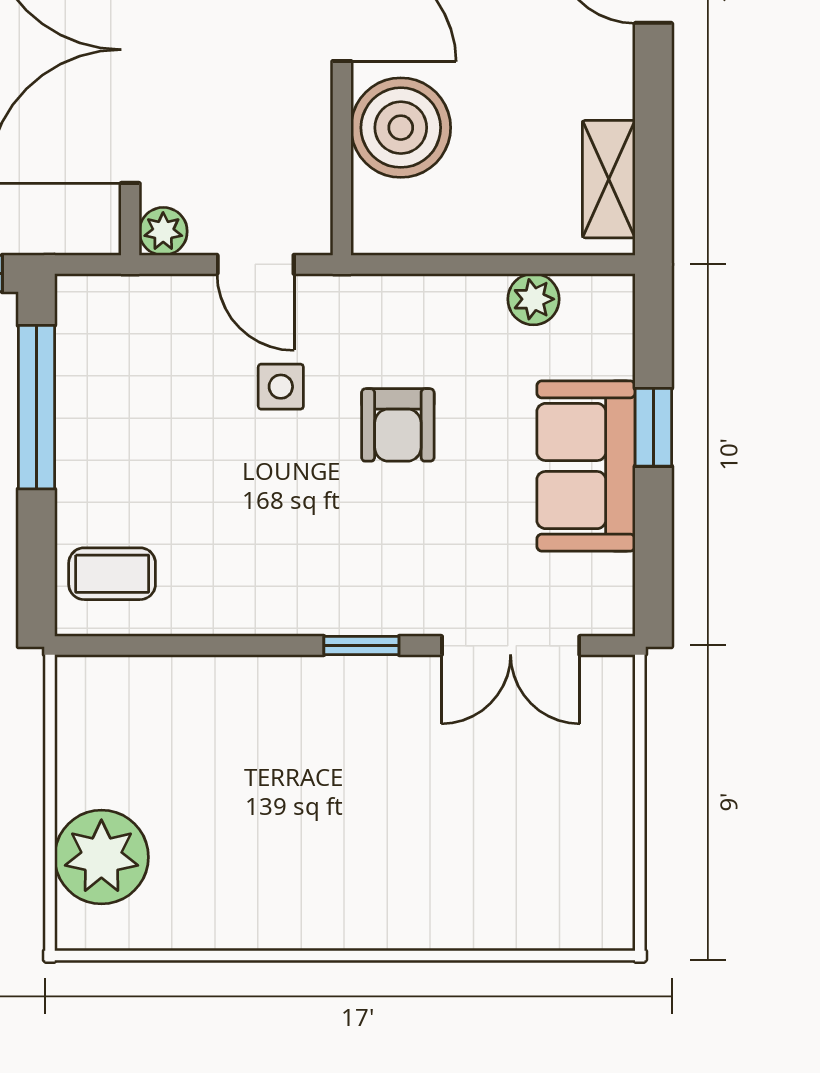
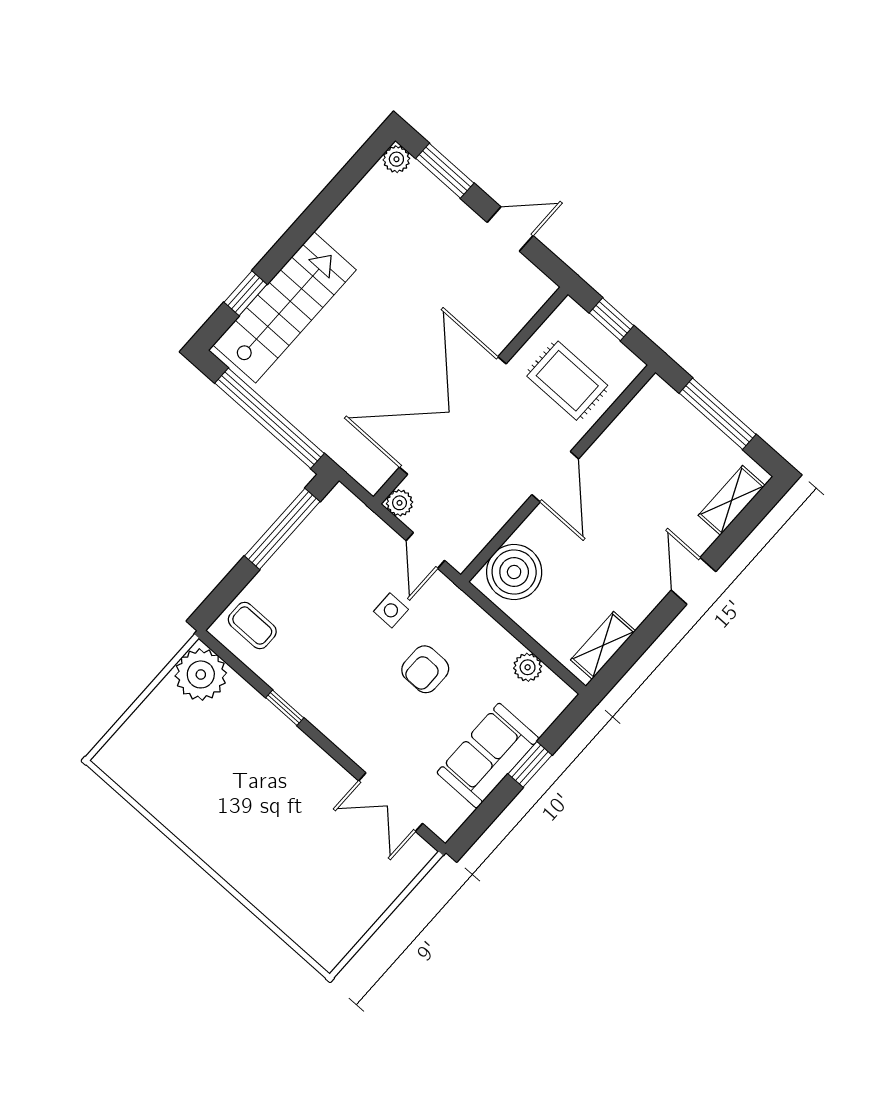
boiler: (401, 128) -> (514, 572), moved
window: (361, 646) -> (285, 708), moved
plant: (101, 857) -> (201, 674), moved

